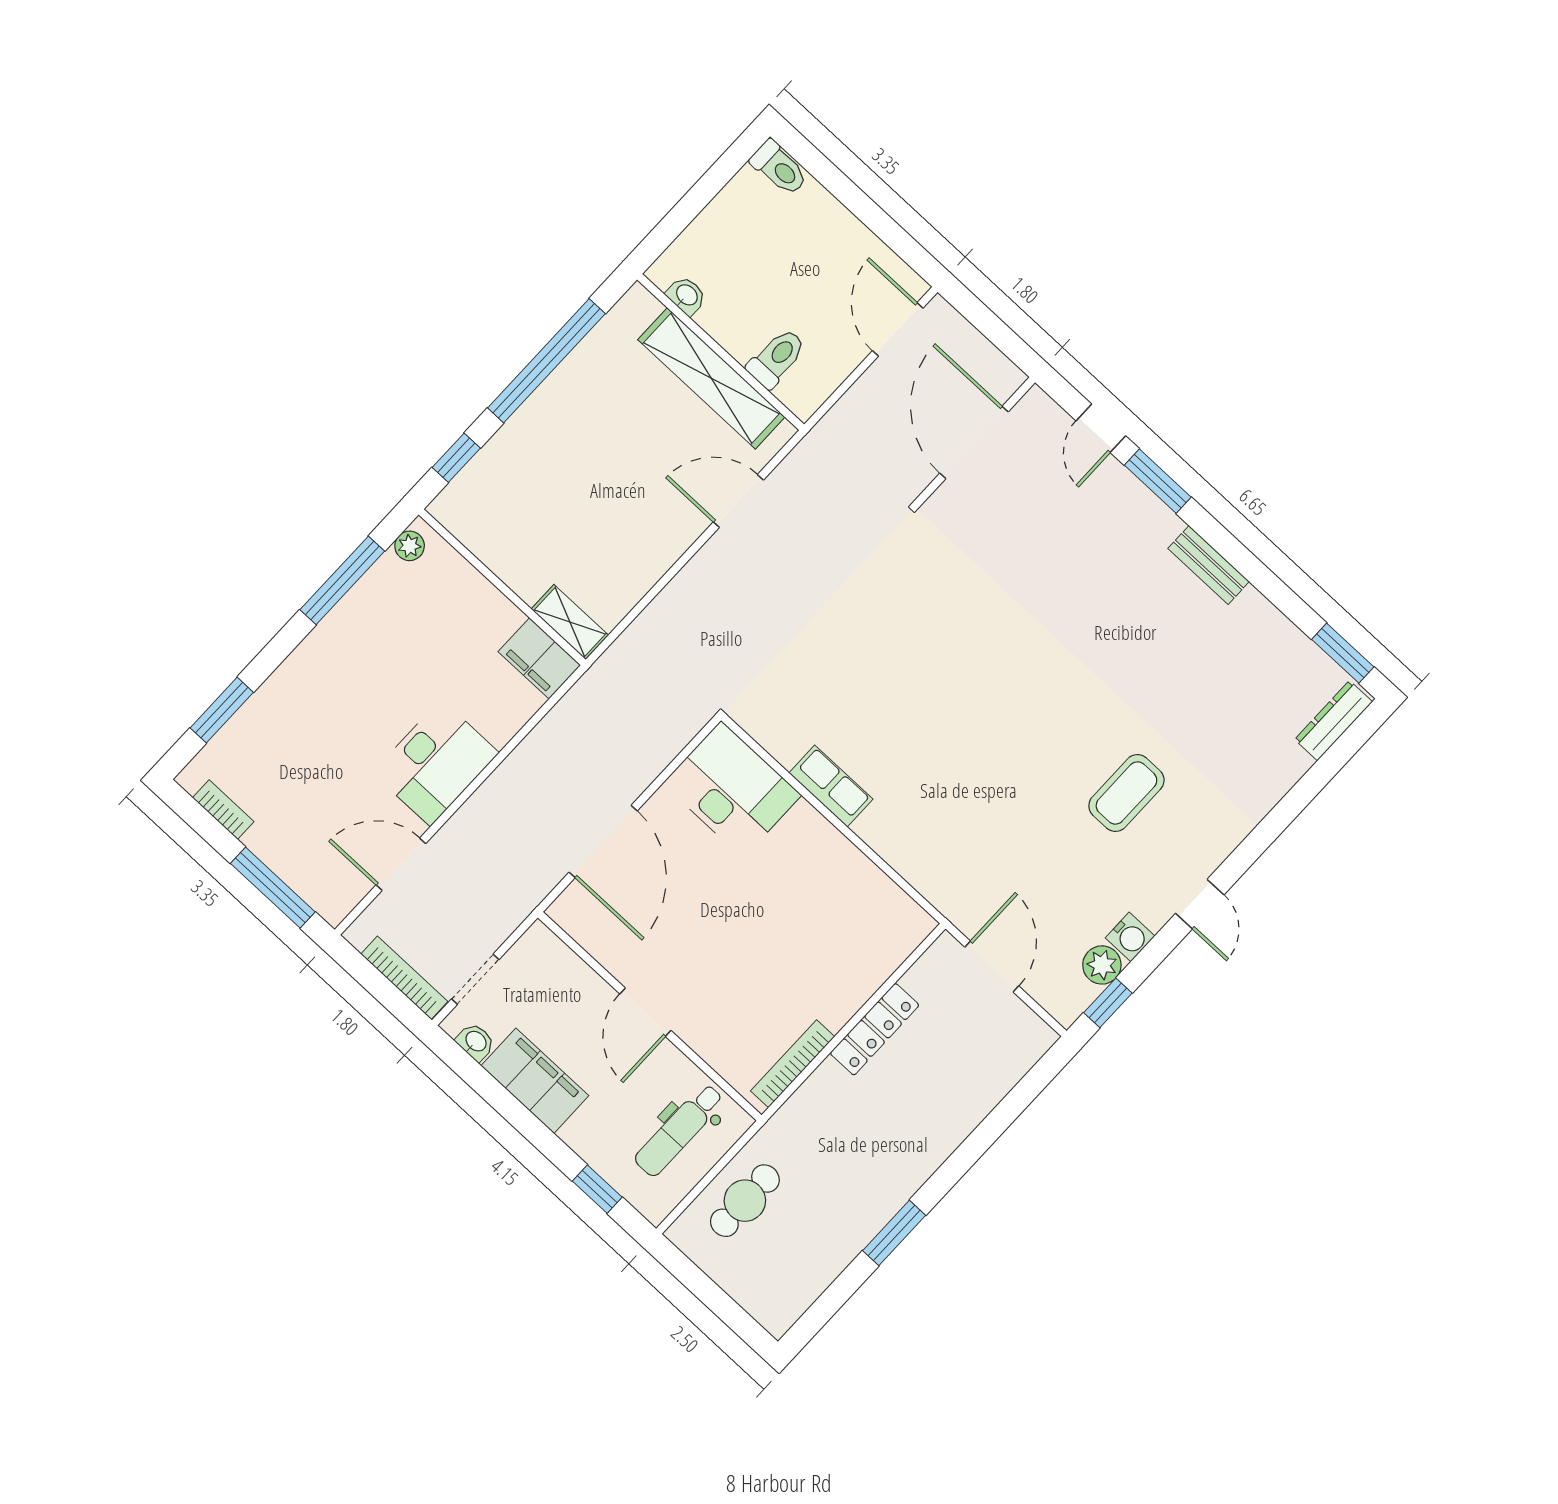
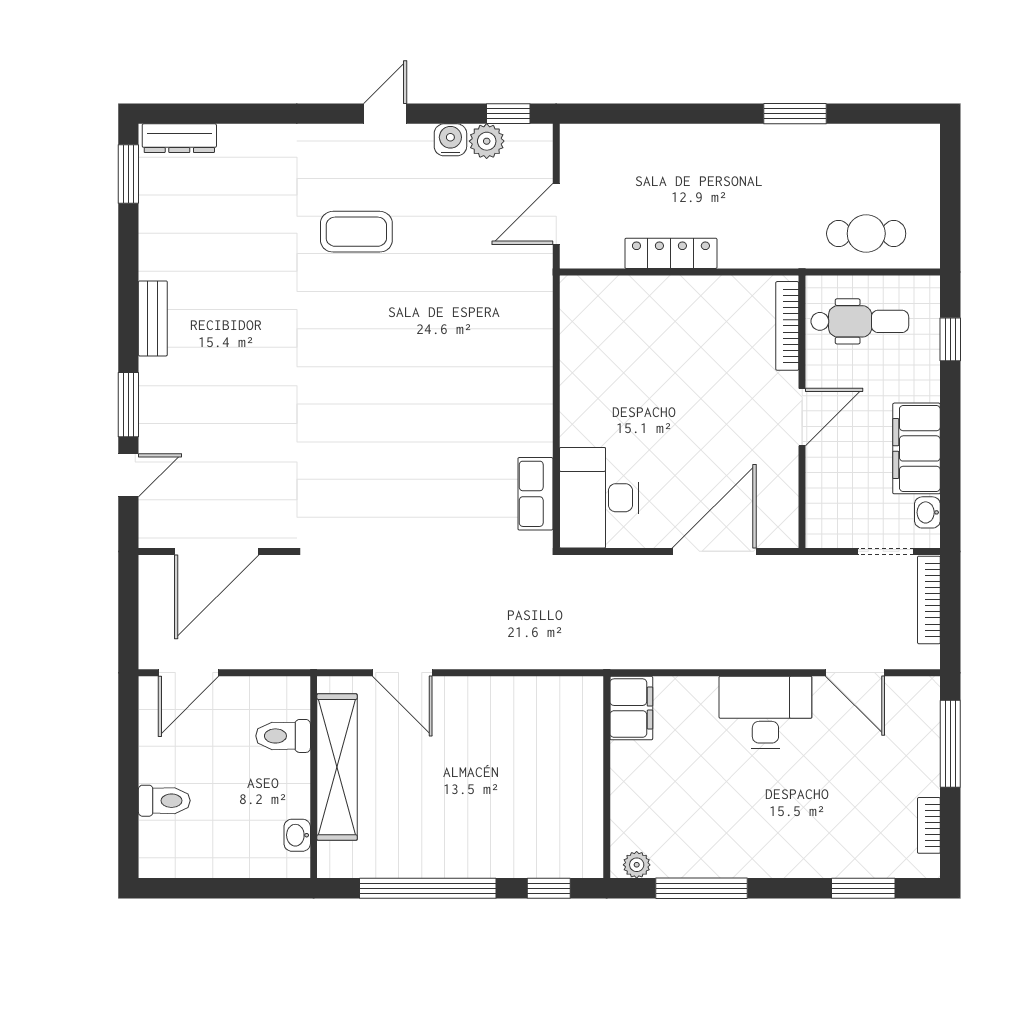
toilet: (779, 168) -> (164, 801), moved, turned 90
shelving: (570, 622) -> (588, 710), removed
row of seats: (831, 786) -> (535, 494), moved
bookcase: (793, 1064) -> (787, 326), moved, turned 90

